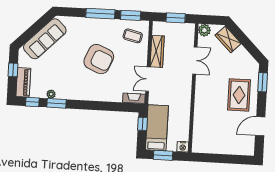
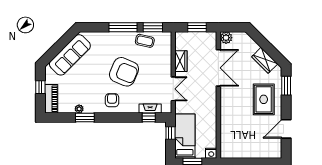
coffee table: (133, 36) -> (145, 41), moved
wardrobe: (228, 39) -> (265, 60), moved
wardrobe: (157, 51) -> (181, 61), width x0.67
double door: (195, 60) -> (218, 68), width x1.37
double door: (148, 79) -> (173, 89), swing flipped
armchair: (85, 87) -> (112, 100), added
fireplace: (134, 98) -> (150, 108), moved
window: (32, 102) -> (149, 118), moved

